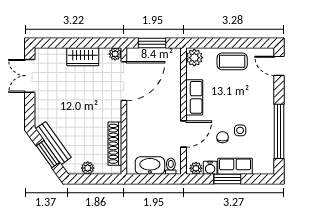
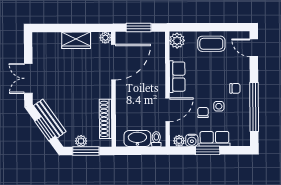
double door: (30, 76) -> (28, 78), moved
chair: (258, 111) -> (235, 88), added
window: (93, 179) -> (86, 151), added

